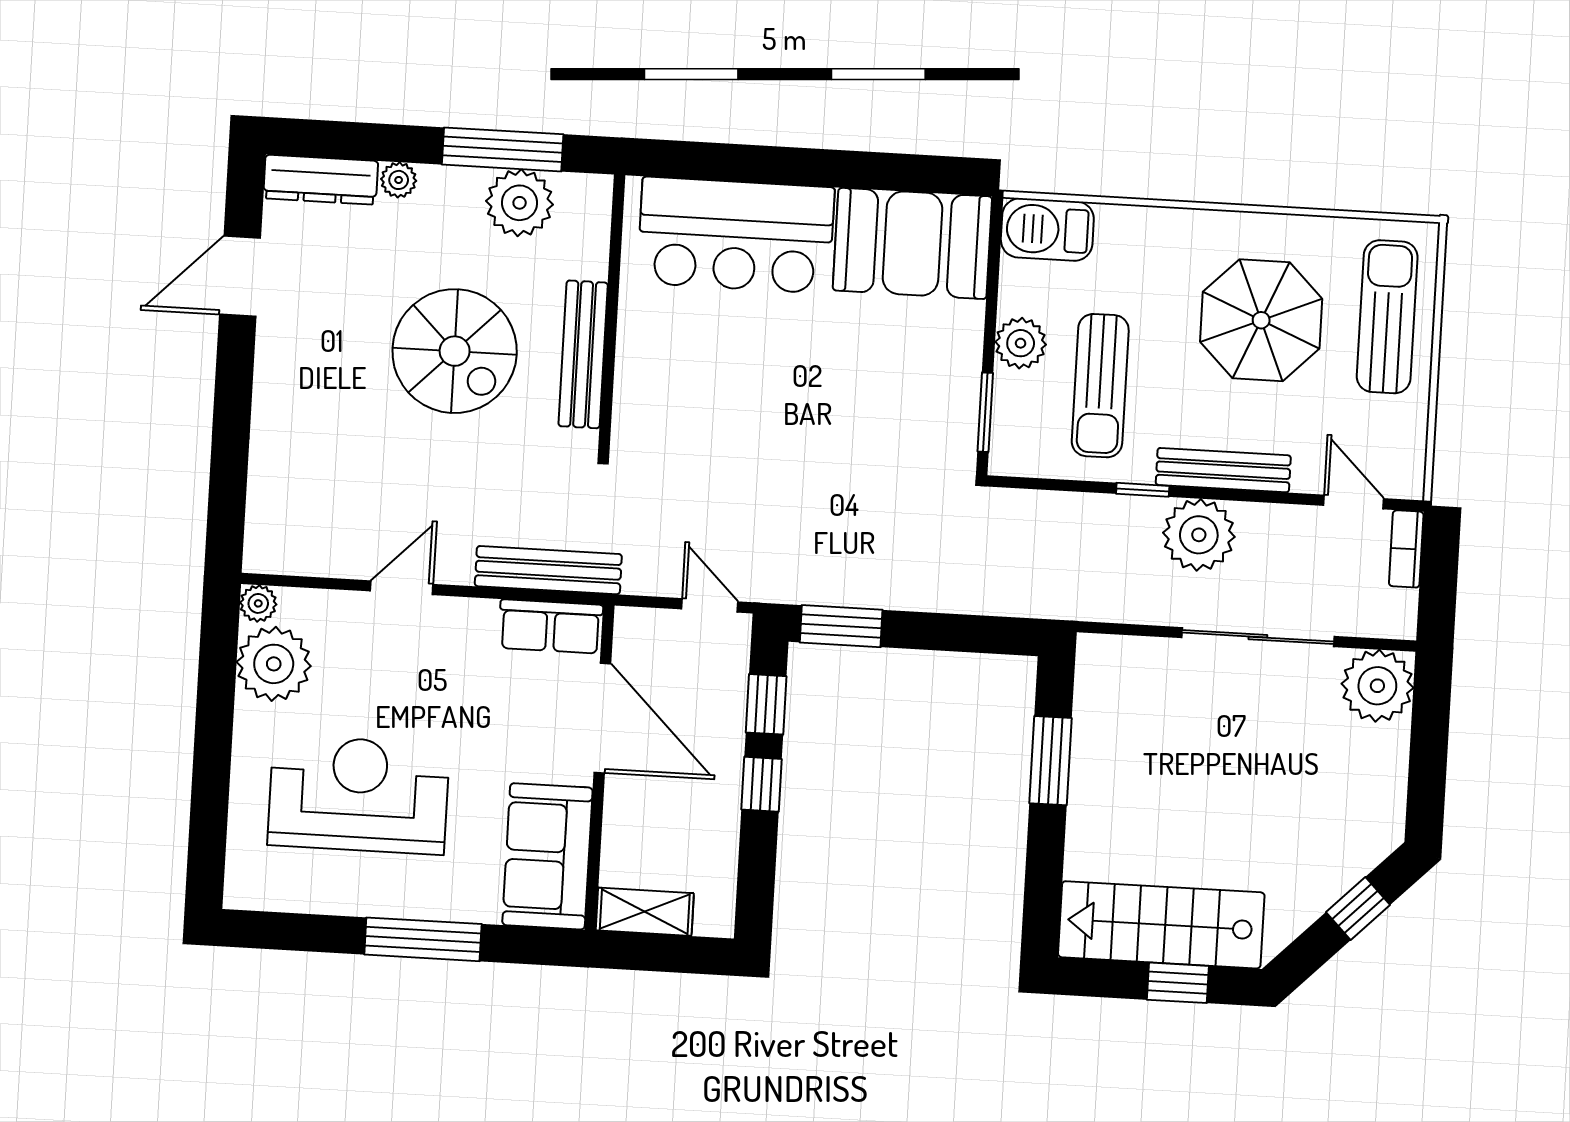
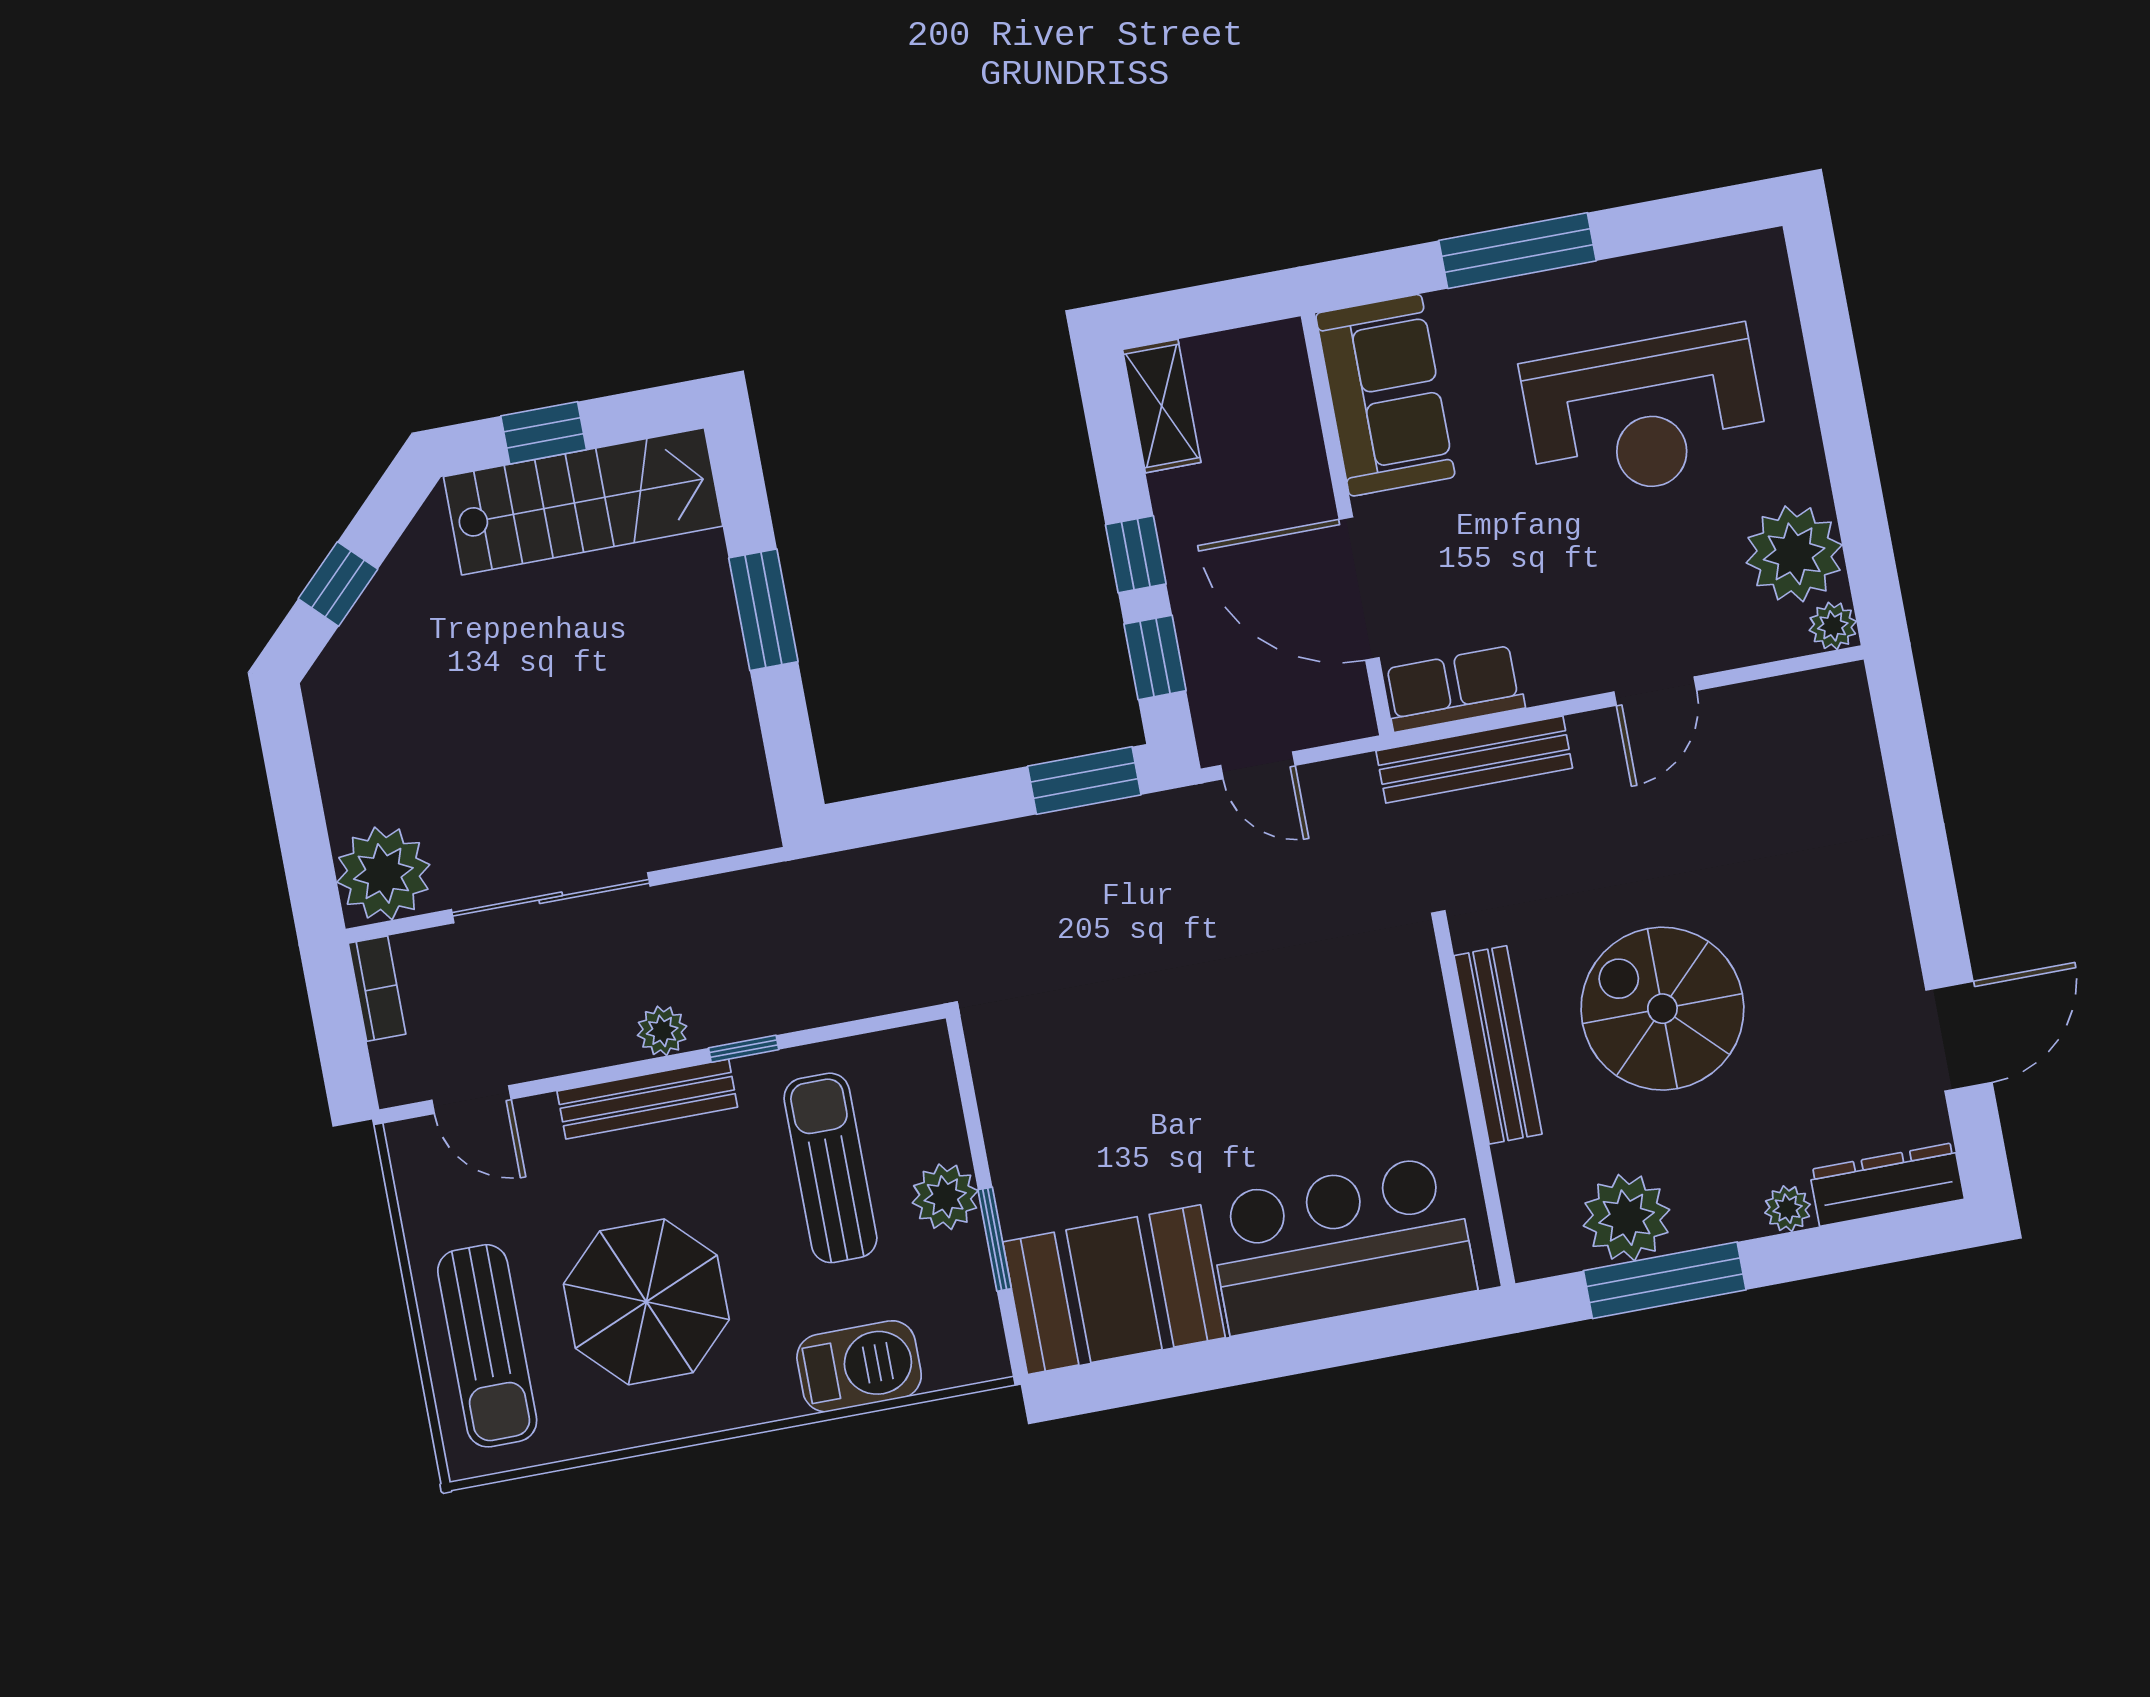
barbecue: (1047, 229) -> (859, 1366), moved
window: (985, 412) -> (995, 1239), moved
plant: (1199, 535) -> (662, 1031), width x0.53, depth x0.53
bookcase: (1406, 549) -> (377, 989), moved
window: (1050, 761) -> (763, 610), moved
shelving: (645, 912) -> (1162, 406), moved, turned 90

